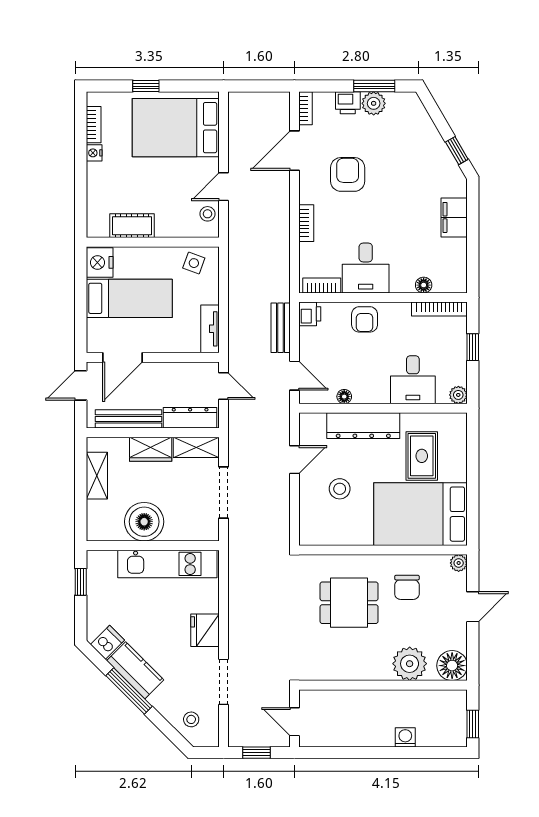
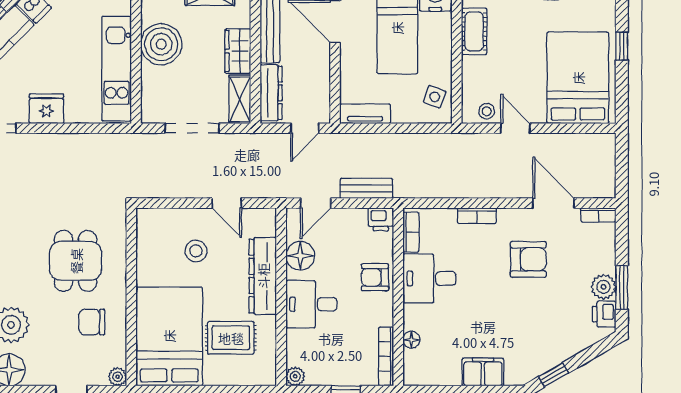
printer: (348, 103) -> (604, 314), moved
desk: (413, 380) -> (311, 304), moved
floor lamp: (344, 397) -> (300, 256), width x1.89, depth x1.89

